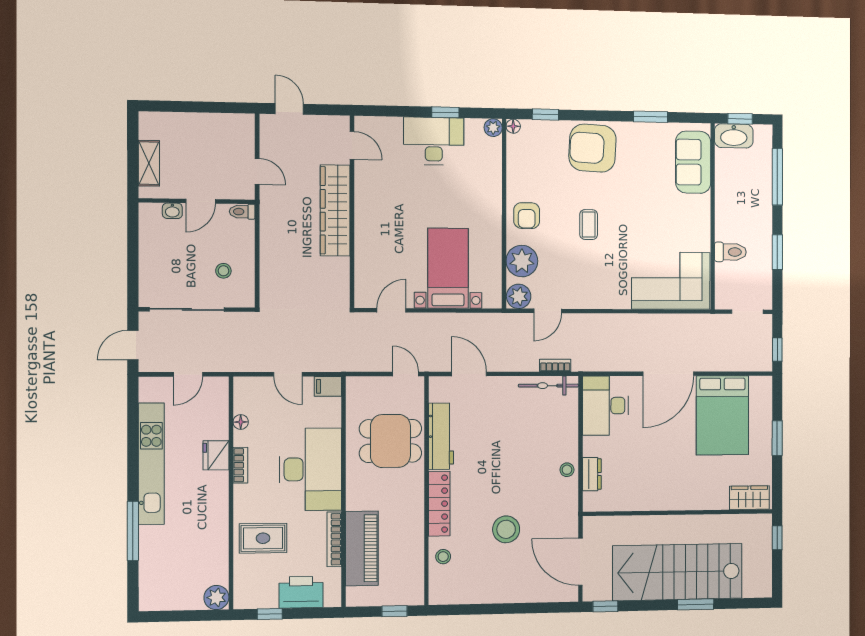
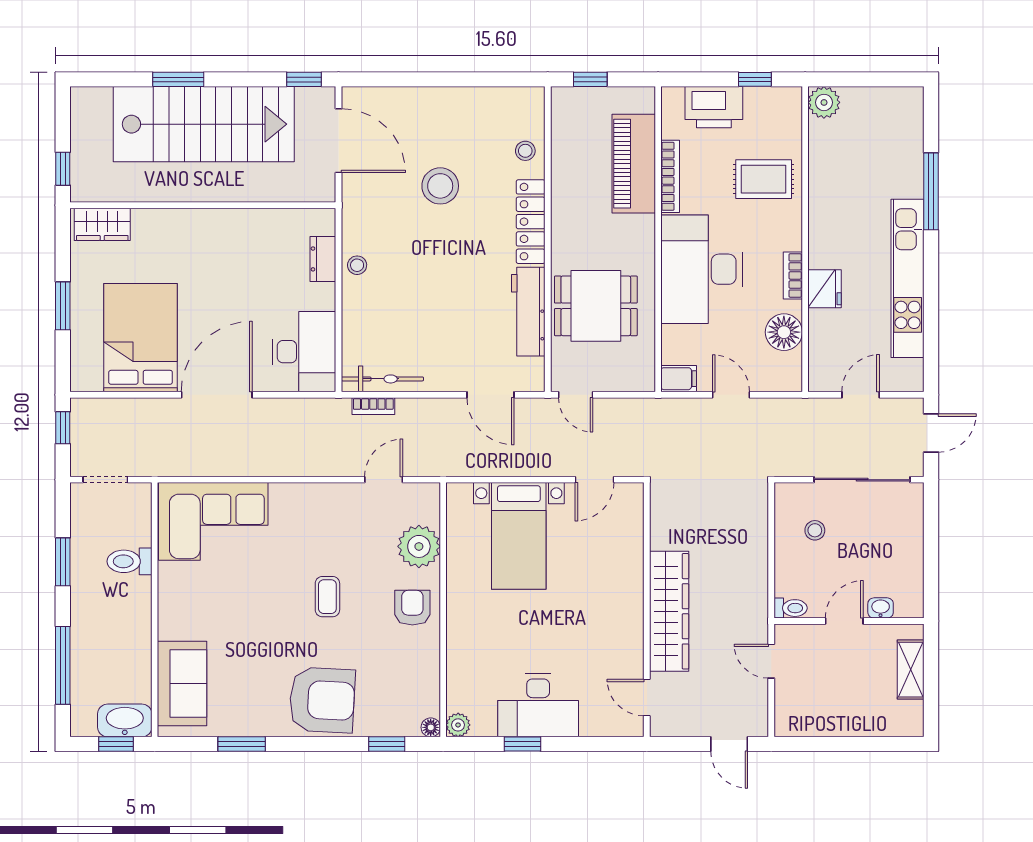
plant: (519, 296) -> (423, 499), removed
floor lamp: (241, 422) -> (784, 332), width x1.89, depth x1.89

